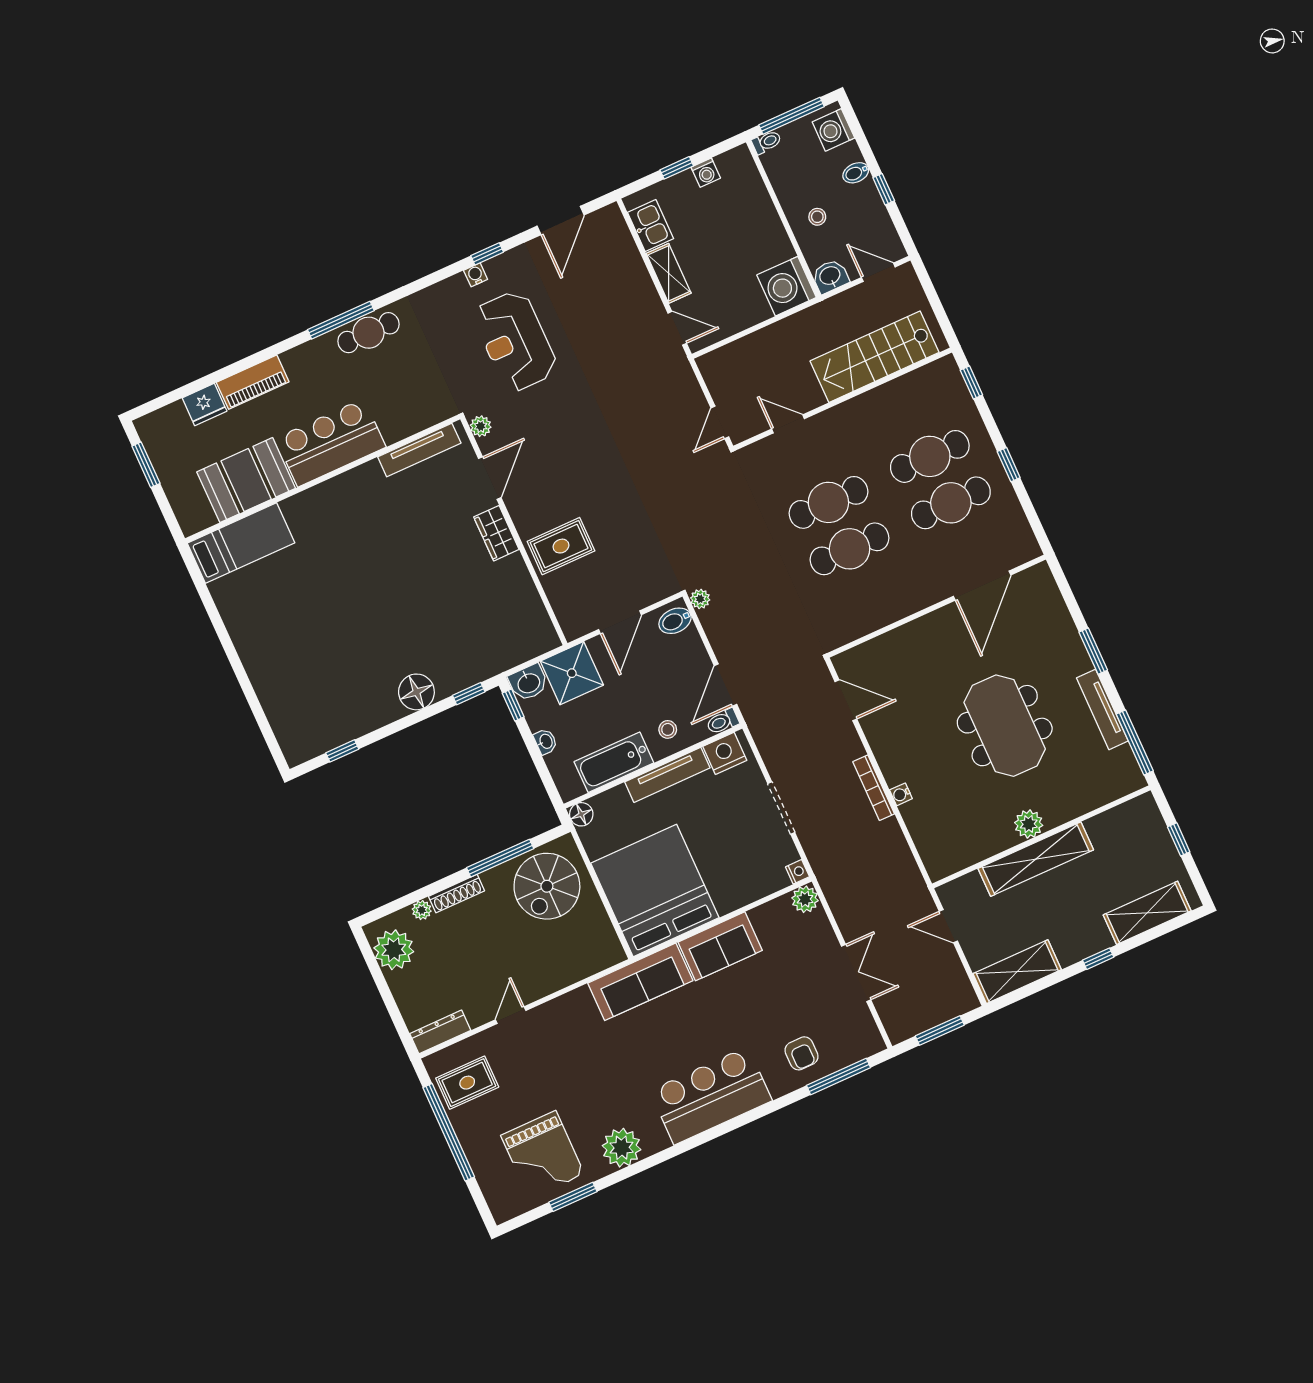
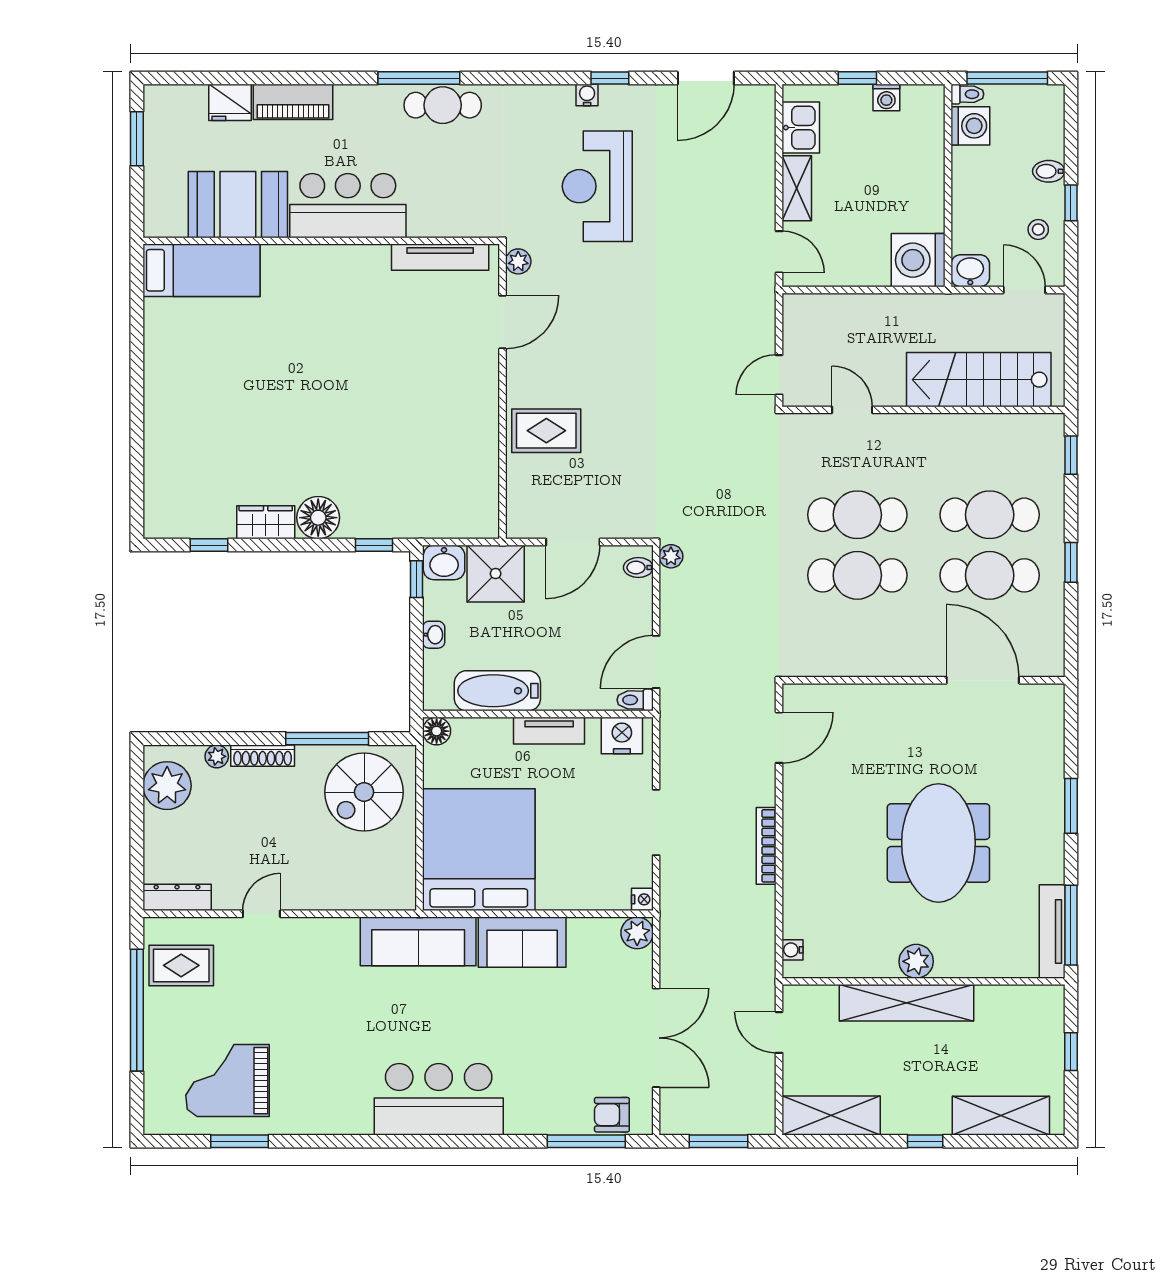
washing machine: (833, 130) -> (970, 126), moved, turned 180
stool: (817, 217) -> (1038, 229), moved
wardrobe: (496, 533) -> (266, 522), moved, turned 90
door: (982, 586) -> (983, 680), swing flipped
bidet: (675, 621) -> (638, 567), width x0.72, depth x0.74
door: (846, 700) -> (779, 738), hinge flipped
tv unit: (1102, 709) -> (1052, 931), moved
stool: (668, 729) -> (572, 682), removed
tv unit: (667, 775) -> (549, 731), width x0.71
water cooler: (901, 794) -> (792, 950), moved
double door: (856, 973) -> (656, 1038), width x1.37
armchair: (802, 1053) -> (612, 1115), moved, turned 90
plant: (622, 1148) -> (316, 1112), removed
grand piano: (543, 1155) -> (227, 1081), turned 90

